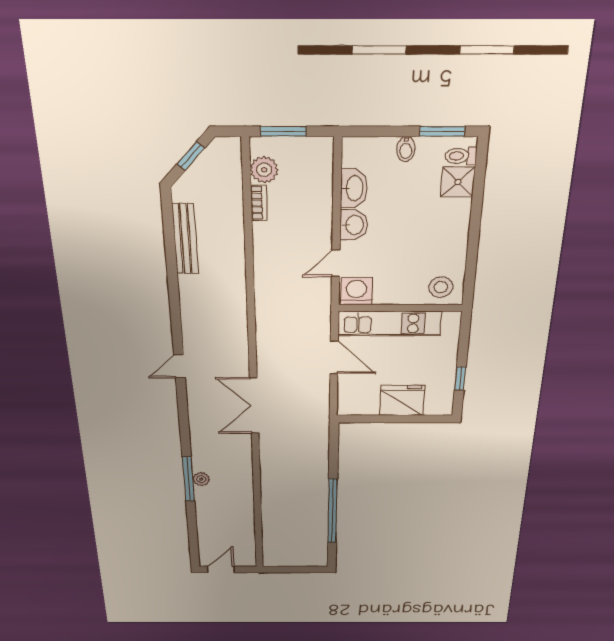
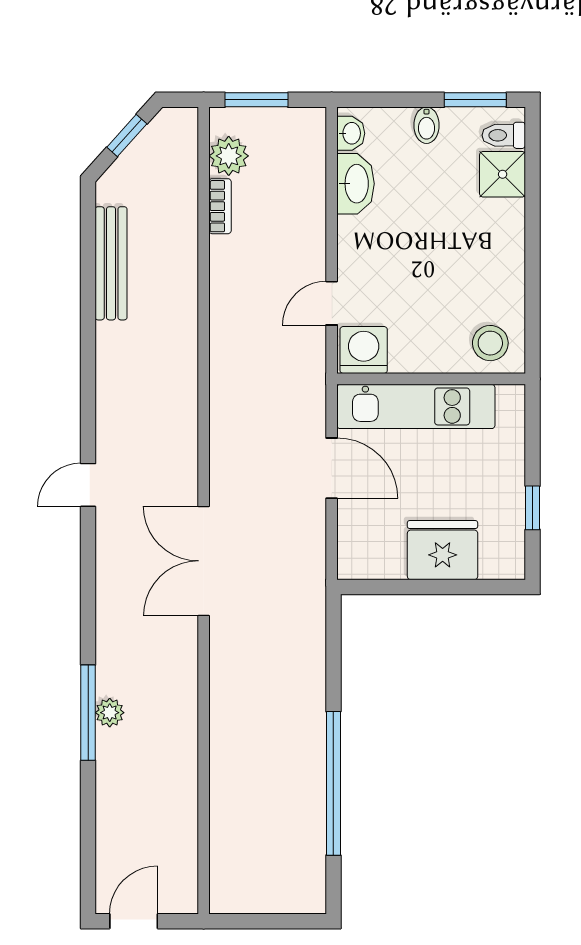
washbasin: (354, 225) -> (351, 133), moved, width x0.72, depth x0.69

